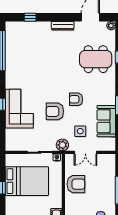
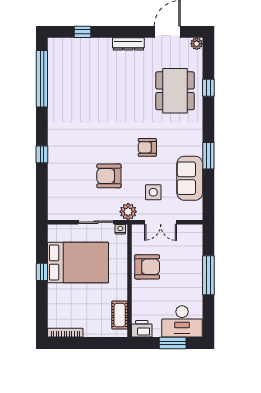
dining table: (96, 59) -> (175, 91), turned 90
corner sofa: (19, 109) -> (67, 160), removed
armchair: (55, 111) -> (109, 176), moved

